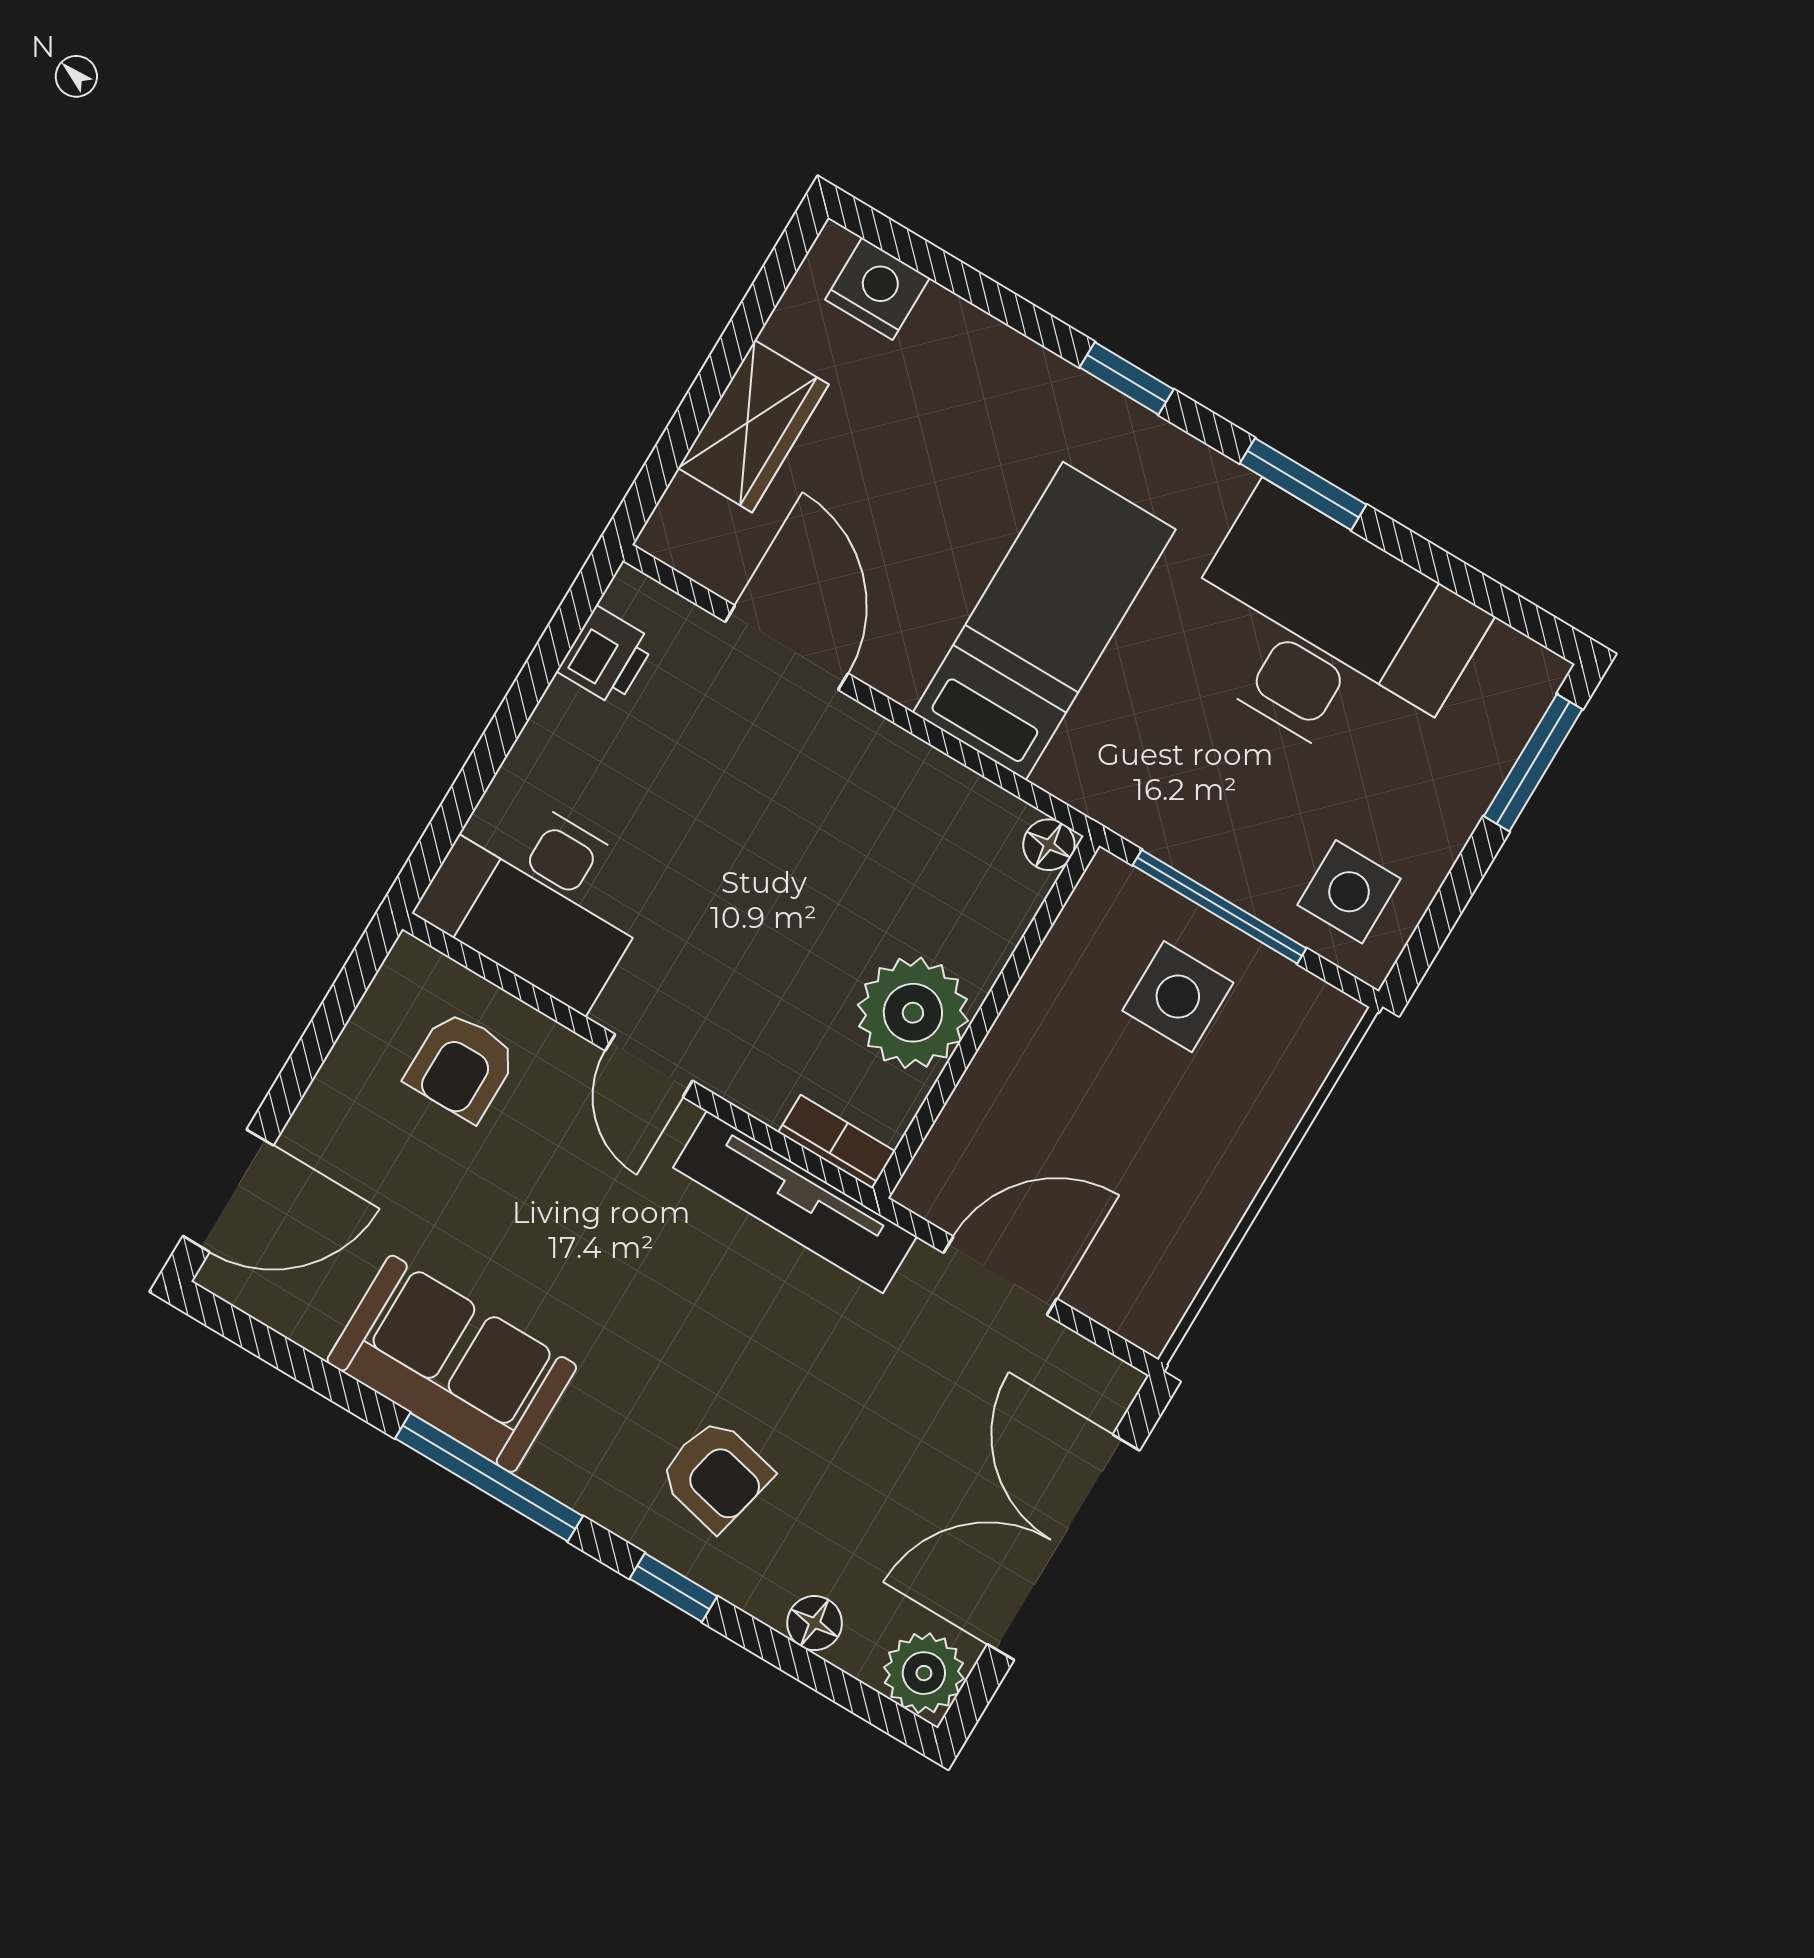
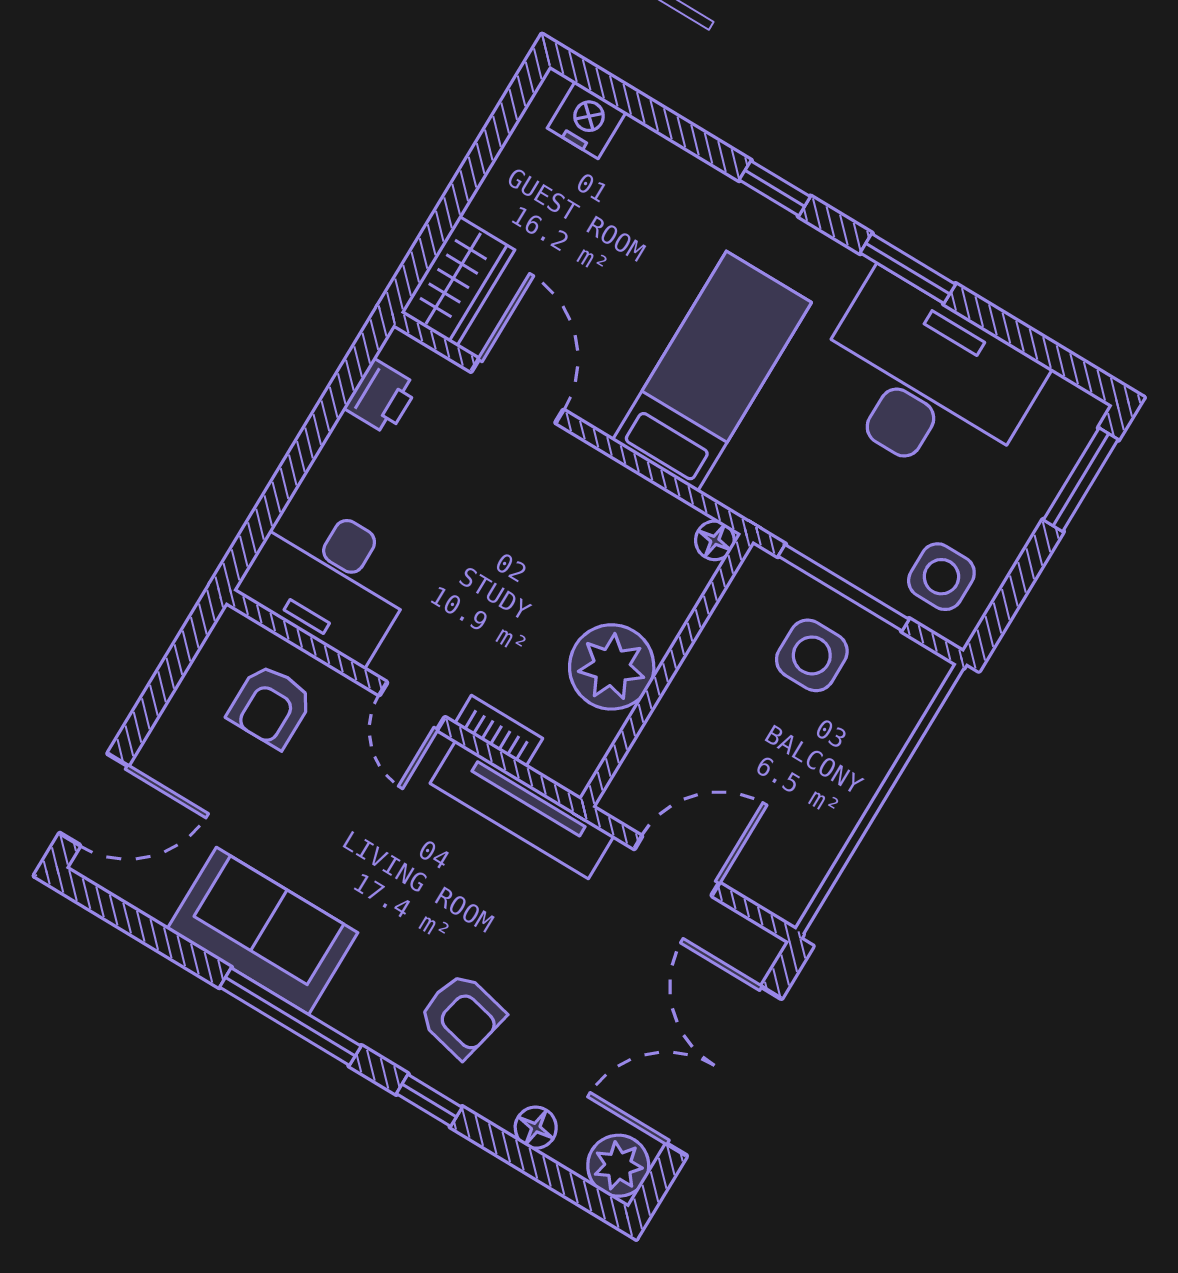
wardrobe: (753, 426) -> (458, 281), moved
bookcase: (837, 1142) -> (499, 731), moved

